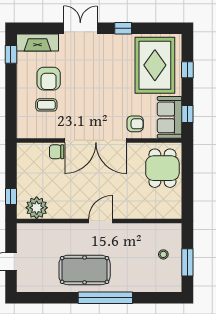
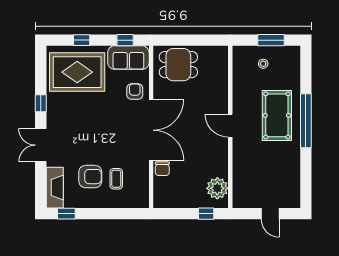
pool table: (85, 270) -> (277, 115), moved

